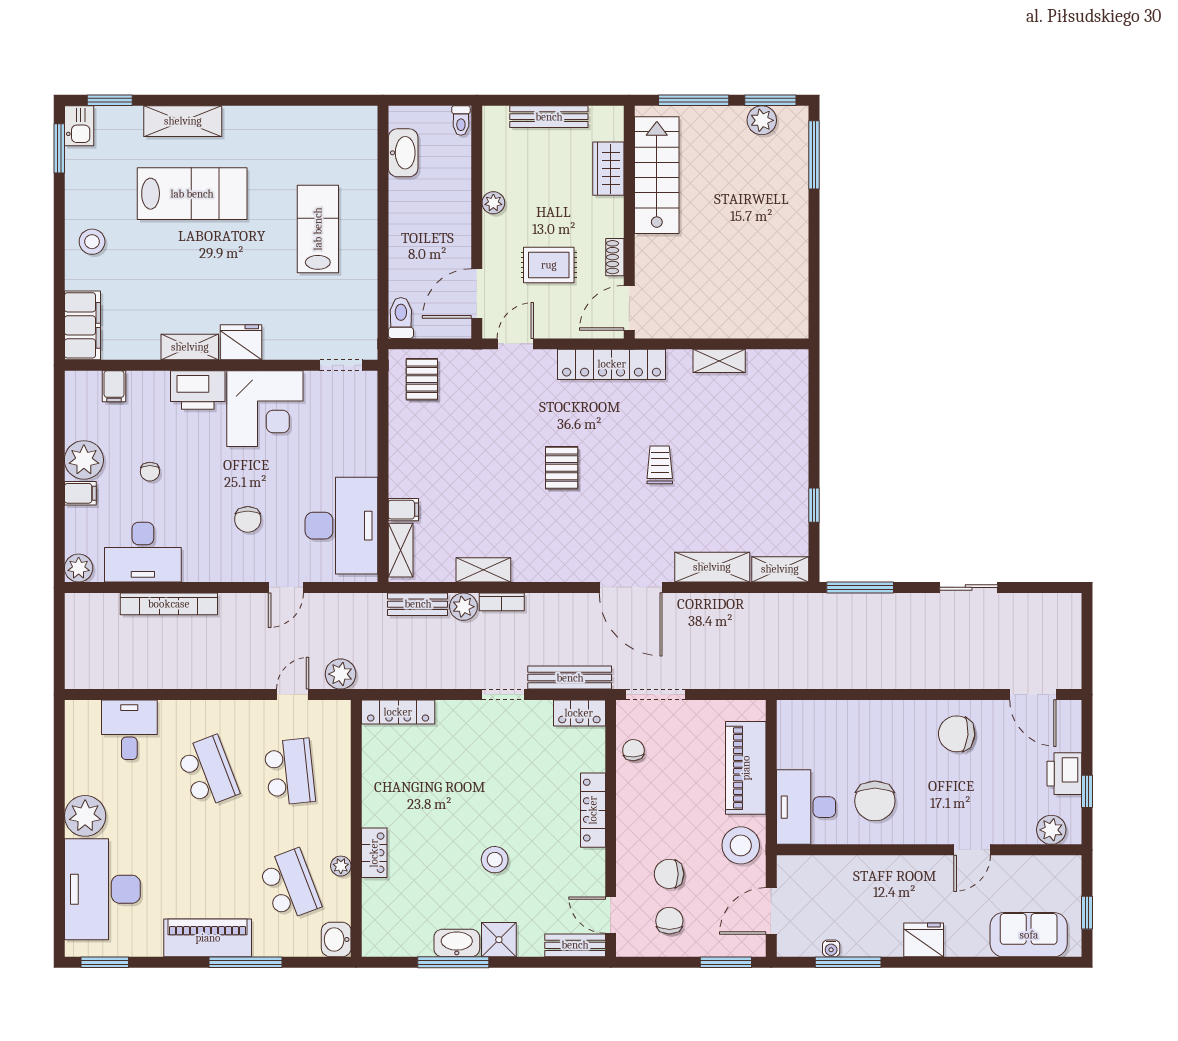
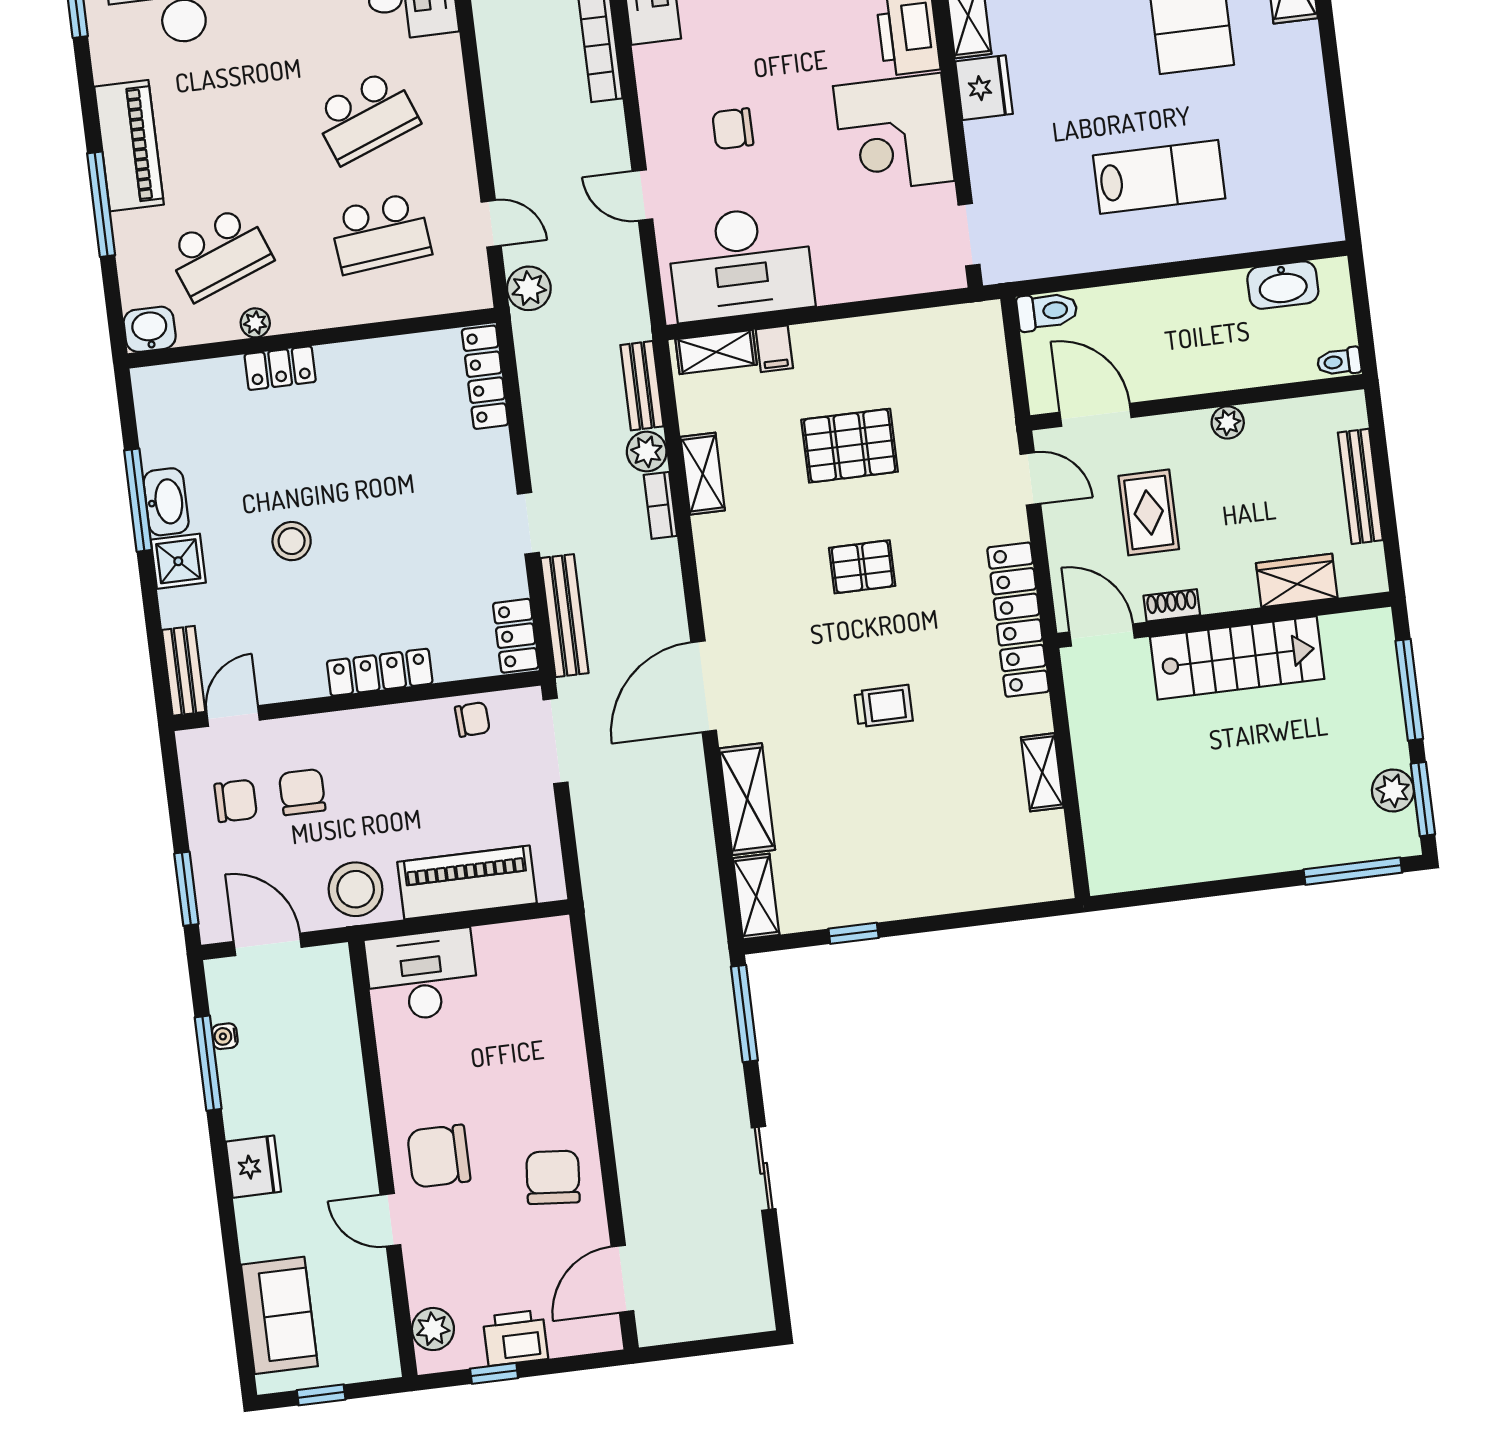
stairs: (657, 175) -> (1237, 658), moved
pallet: (422, 379) -> (850, 446), moved, width x1.50, depth x1.42
chair: (875, 801) -> (439, 1156), moved

